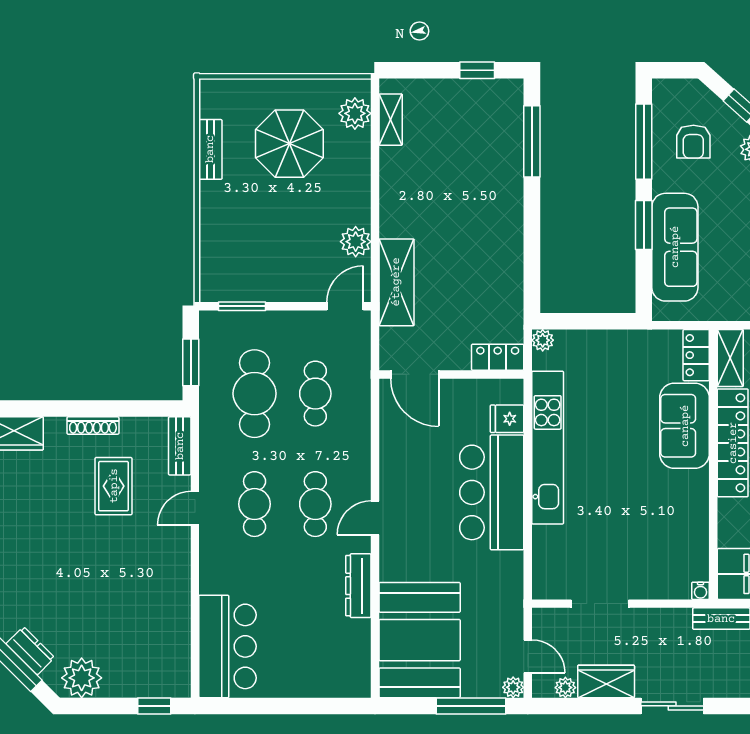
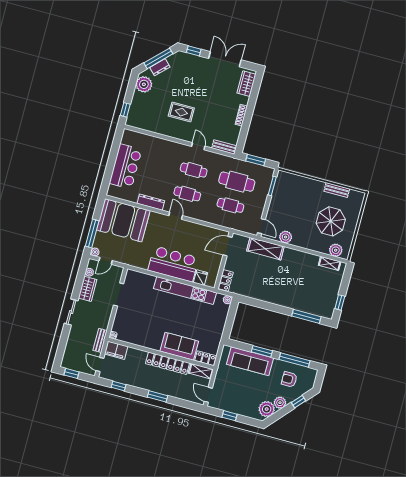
rug: (114, 486) -> (181, 112), moved
bar counter: (228, 646) -> (125, 166), moved, turned -90

